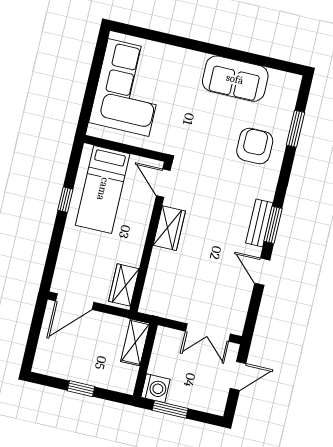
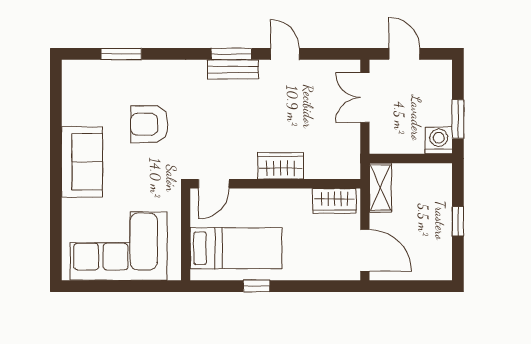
sofa: (235, 79) -> (82, 162), moved
armchair: (255, 146) -> (150, 124), moved
wardrobe: (169, 228) -> (281, 166), moved
door: (262, 272) -> (285, 54), swing flipped
double door: (208, 333) -> (365, 98), swing flipped
shelving: (135, 342) -> (380, 188), moved, turned 90

